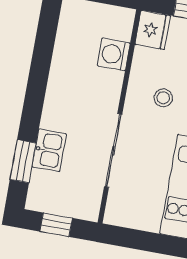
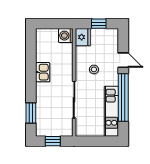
washing machine: (114, 54) -> (66, 36), moved
kitchen sink: (49, 150) -> (43, 72), moved

